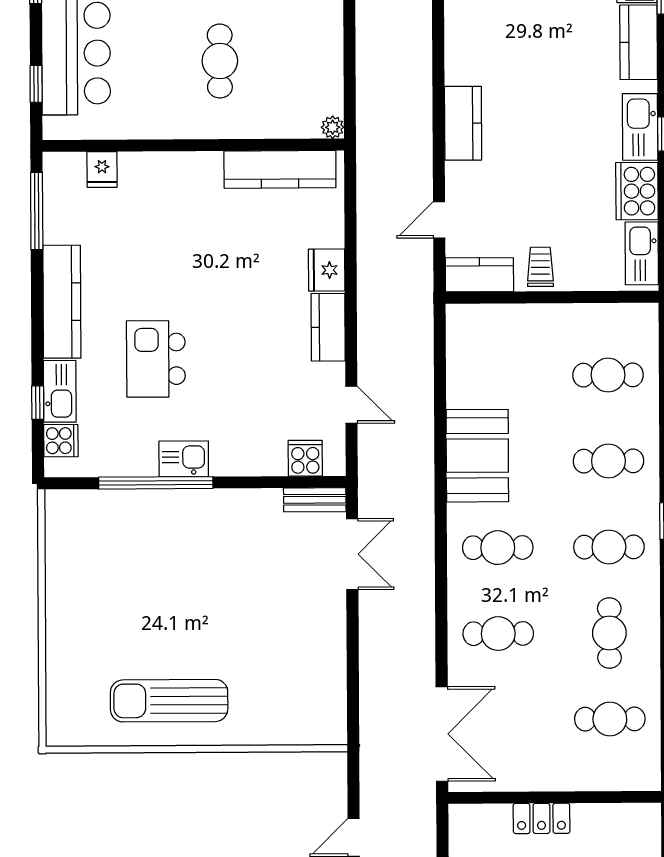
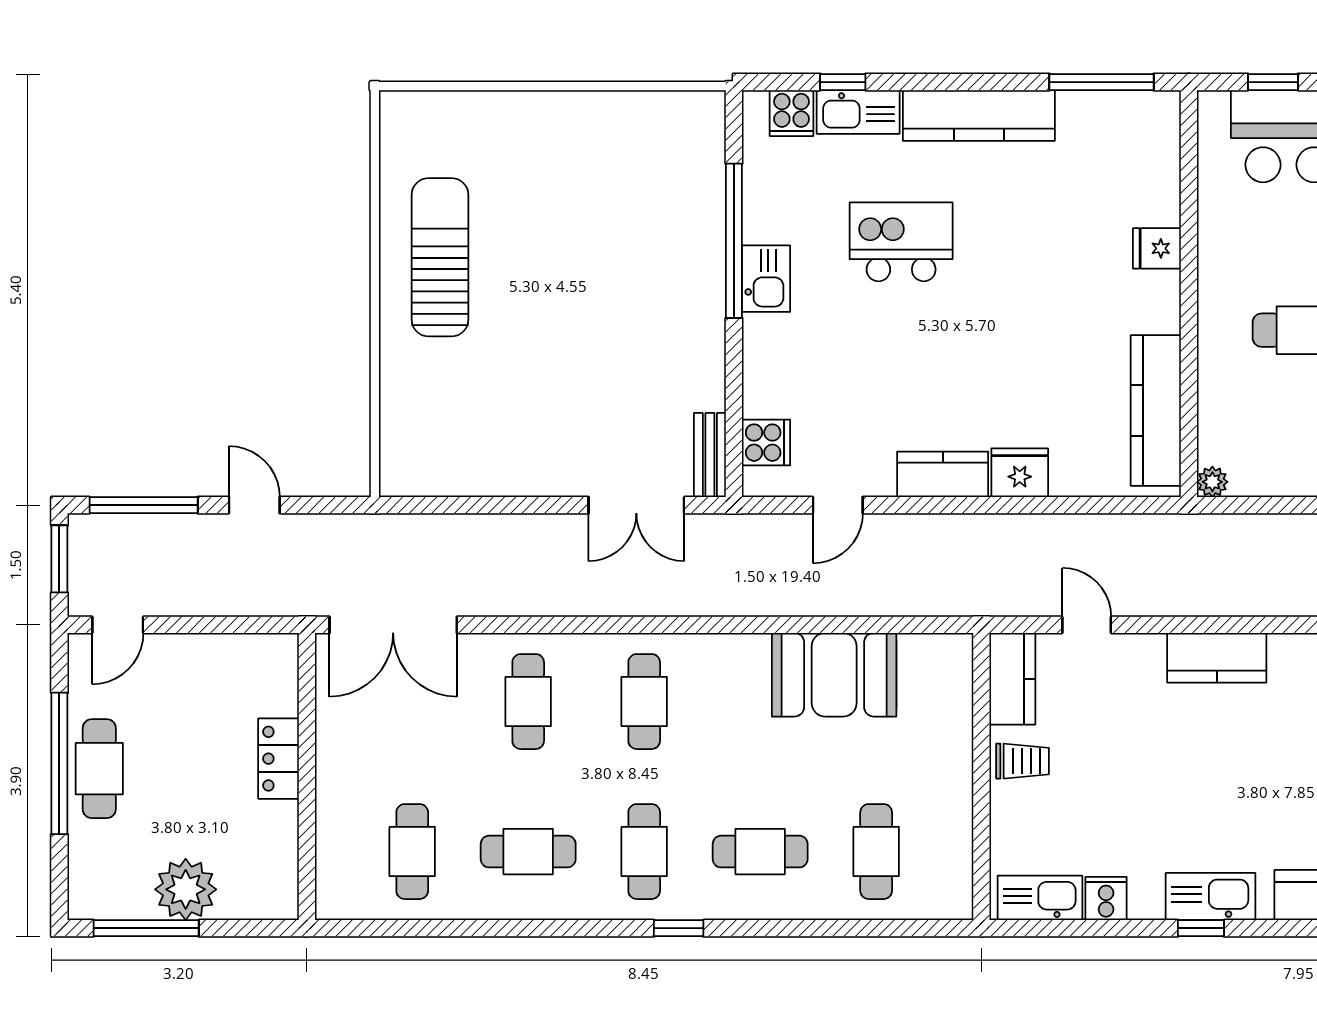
fridge: (102, 170) -> (1157, 248), moved
cooker: (637, 191) -> (1106, 899), width x0.53, depth x0.76
booth: (477, 456) -> (834, 675), moved
cafe table: (608, 461) -> (760, 852), turned 90

